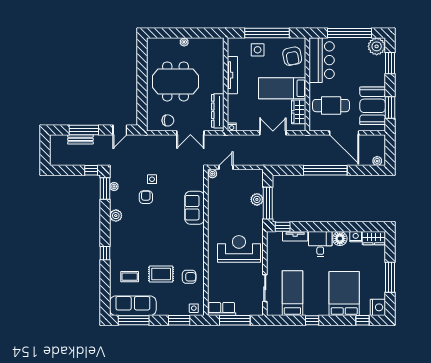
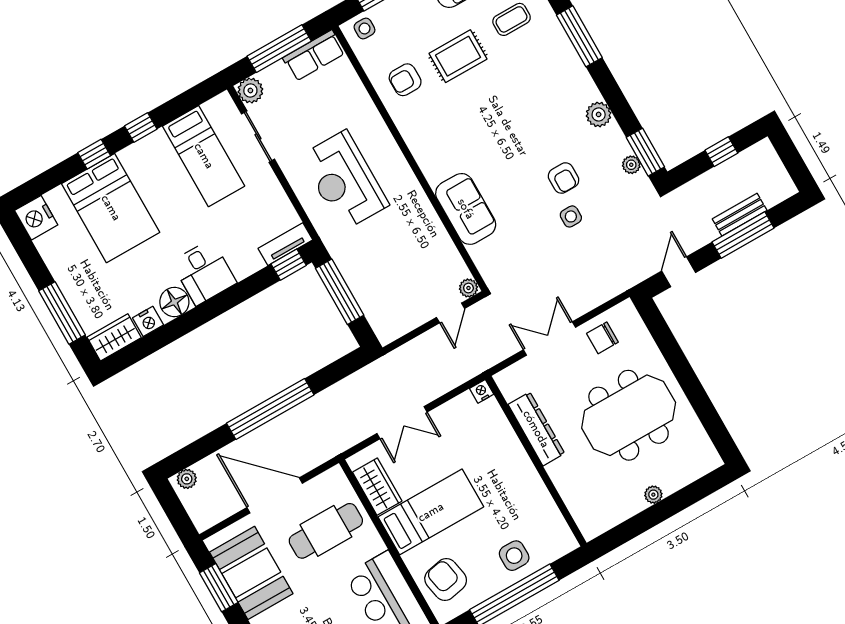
tv unit: (232, 75) -> (533, 485), removed
dresser: (218, 111) -> (536, 429), moved
window: (91, 170) -> (721, 152), moved
plant: (257, 199) -> (250, 90), moved
tv unit: (295, 236) -> (285, 244), moved
reception desk: (239, 249) -> (344, 181), turned 90
window: (105, 253) -> (579, 36), width x2.17
window: (390, 277) -> (62, 313), moved
window: (363, 320) -> (94, 154), moved

